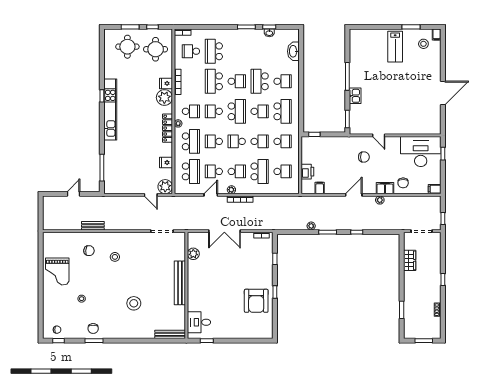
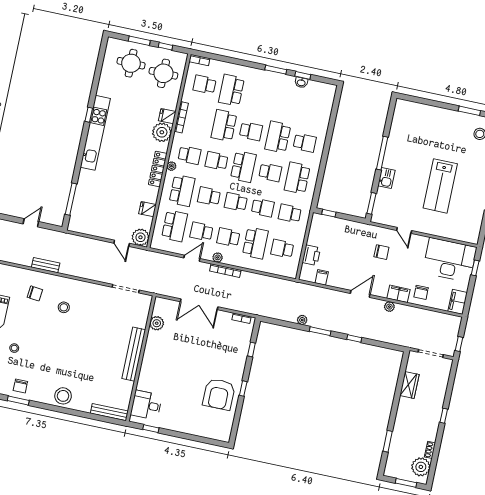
lab bench: (395, 47) -> (440, 186), moved, width x1.36, depth x1.39
washbasin: (293, 51) -> (325, 110), removed
school desk: (283, 111) -> (297, 178), turned 180
school desk: (283, 141) -> (290, 213), turned 180
school desk: (237, 171) -> (228, 237), turned 180
school desk: (283, 171) -> (282, 249), turned 180
filing cabinet: (435, 189) -> (458, 302), width x2.00
stool: (134, 303) -> (63, 396), moved
plant: (433, 325) -> (421, 467), added

